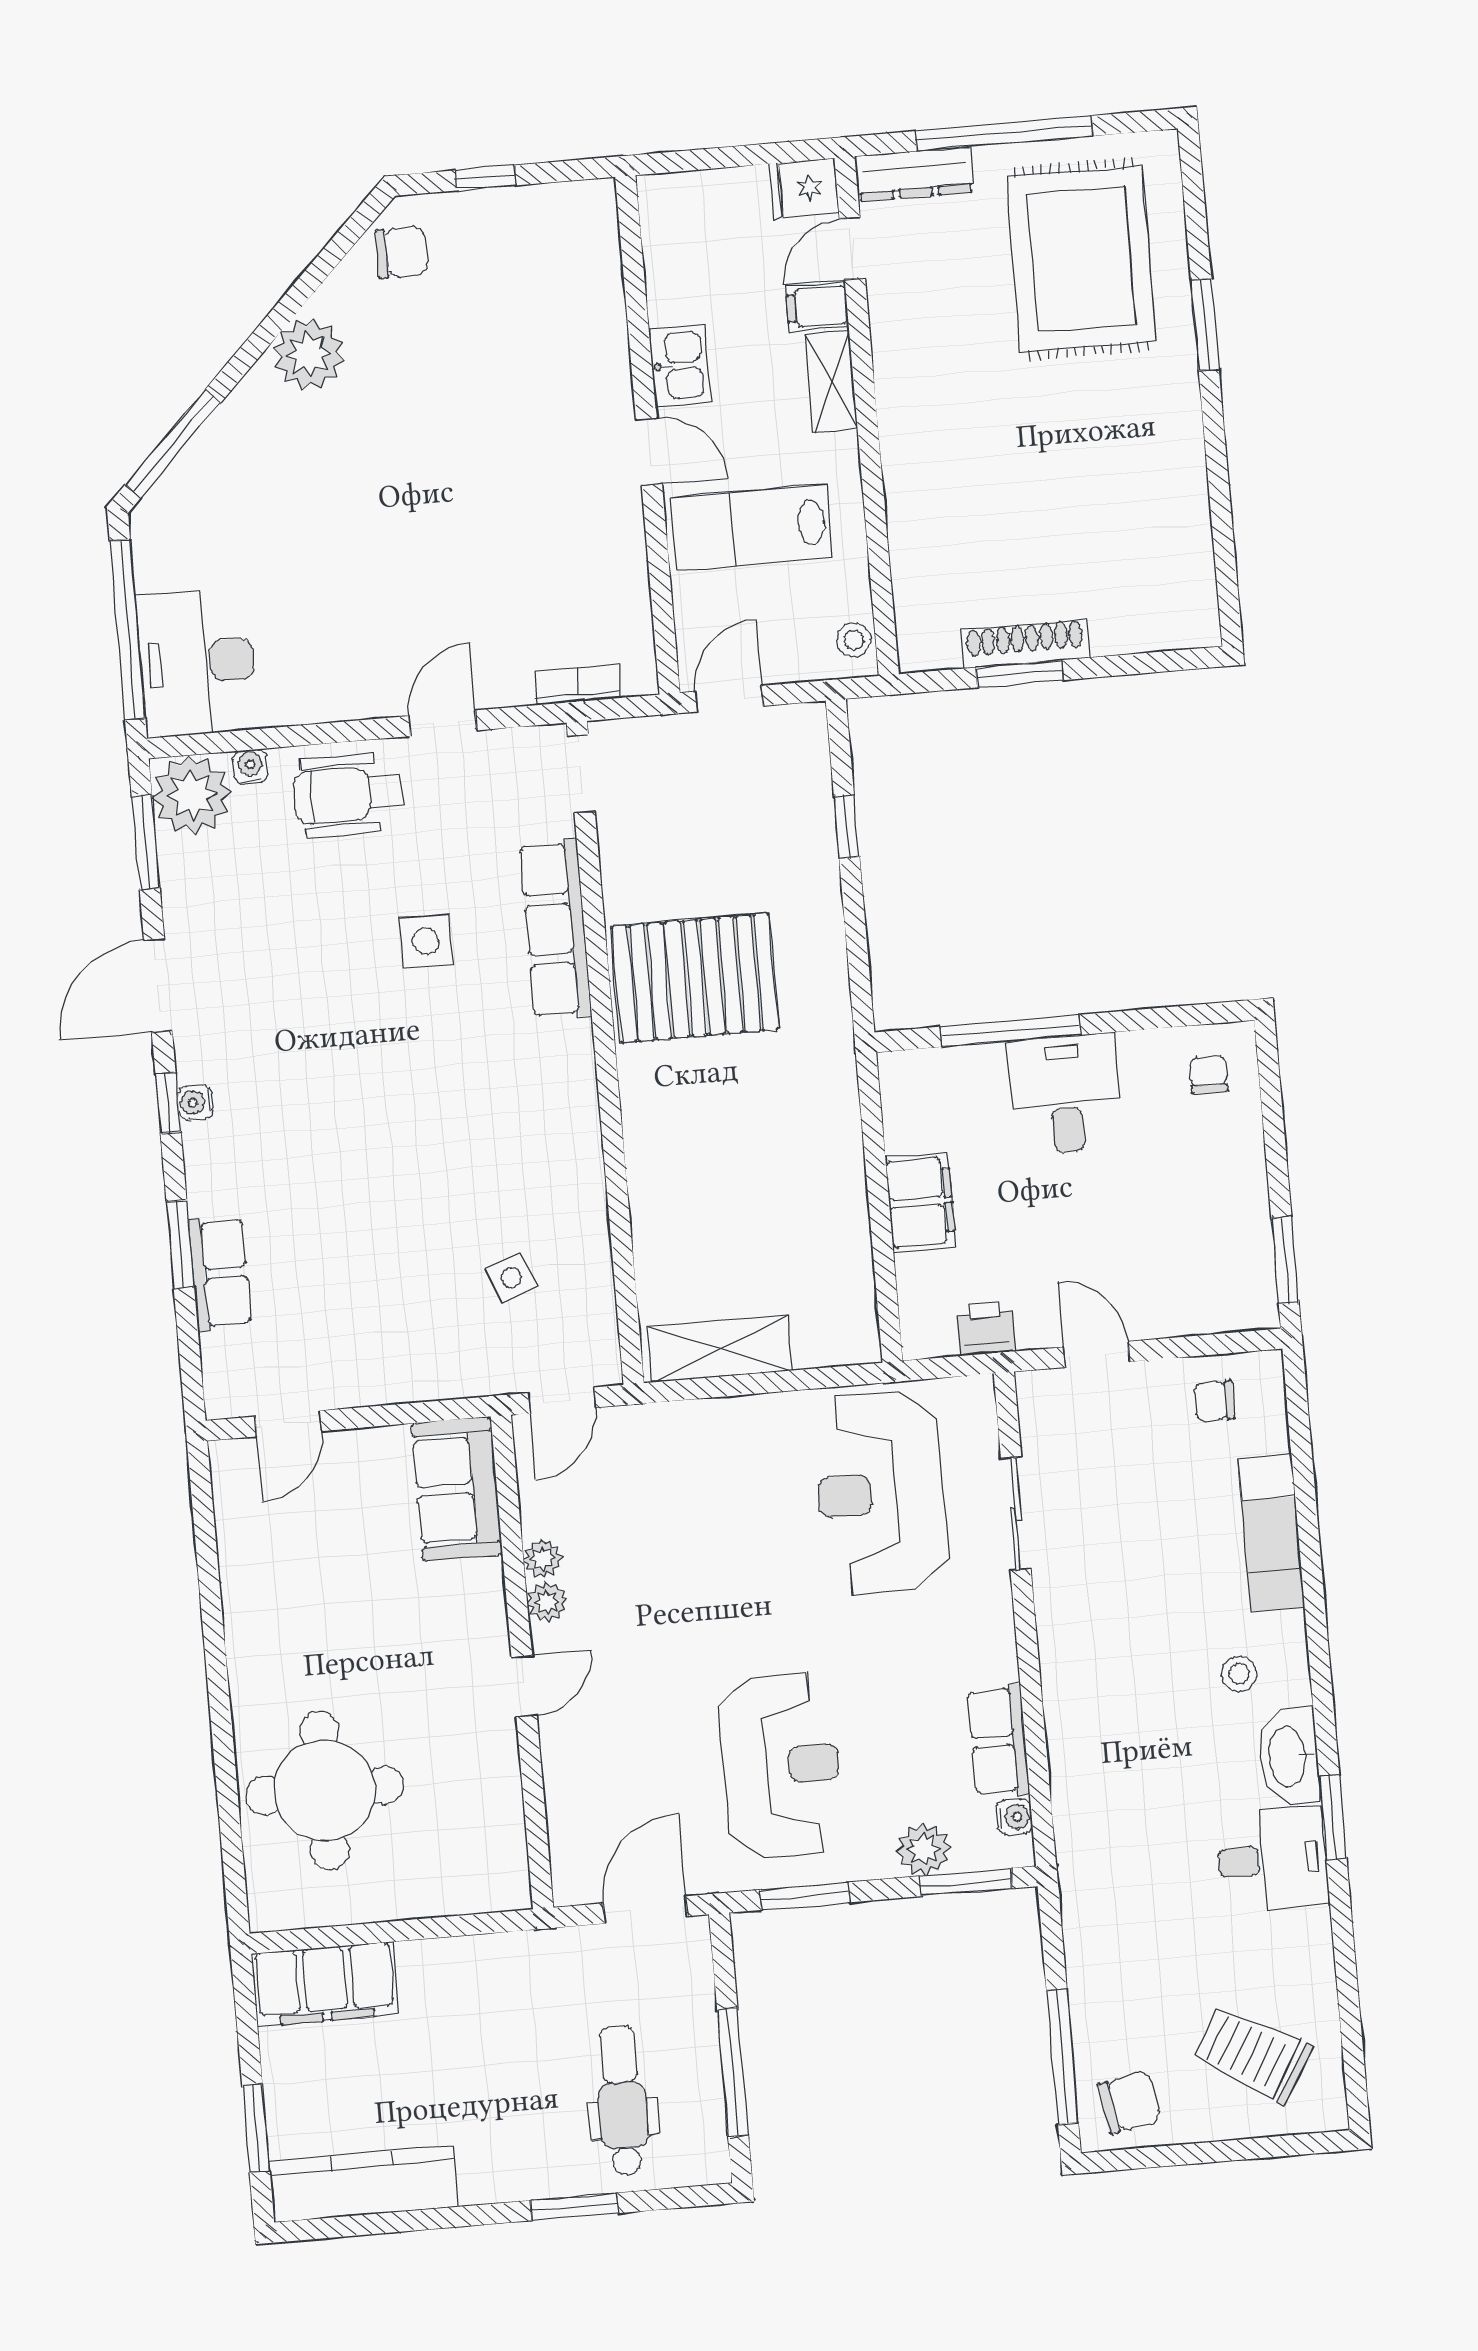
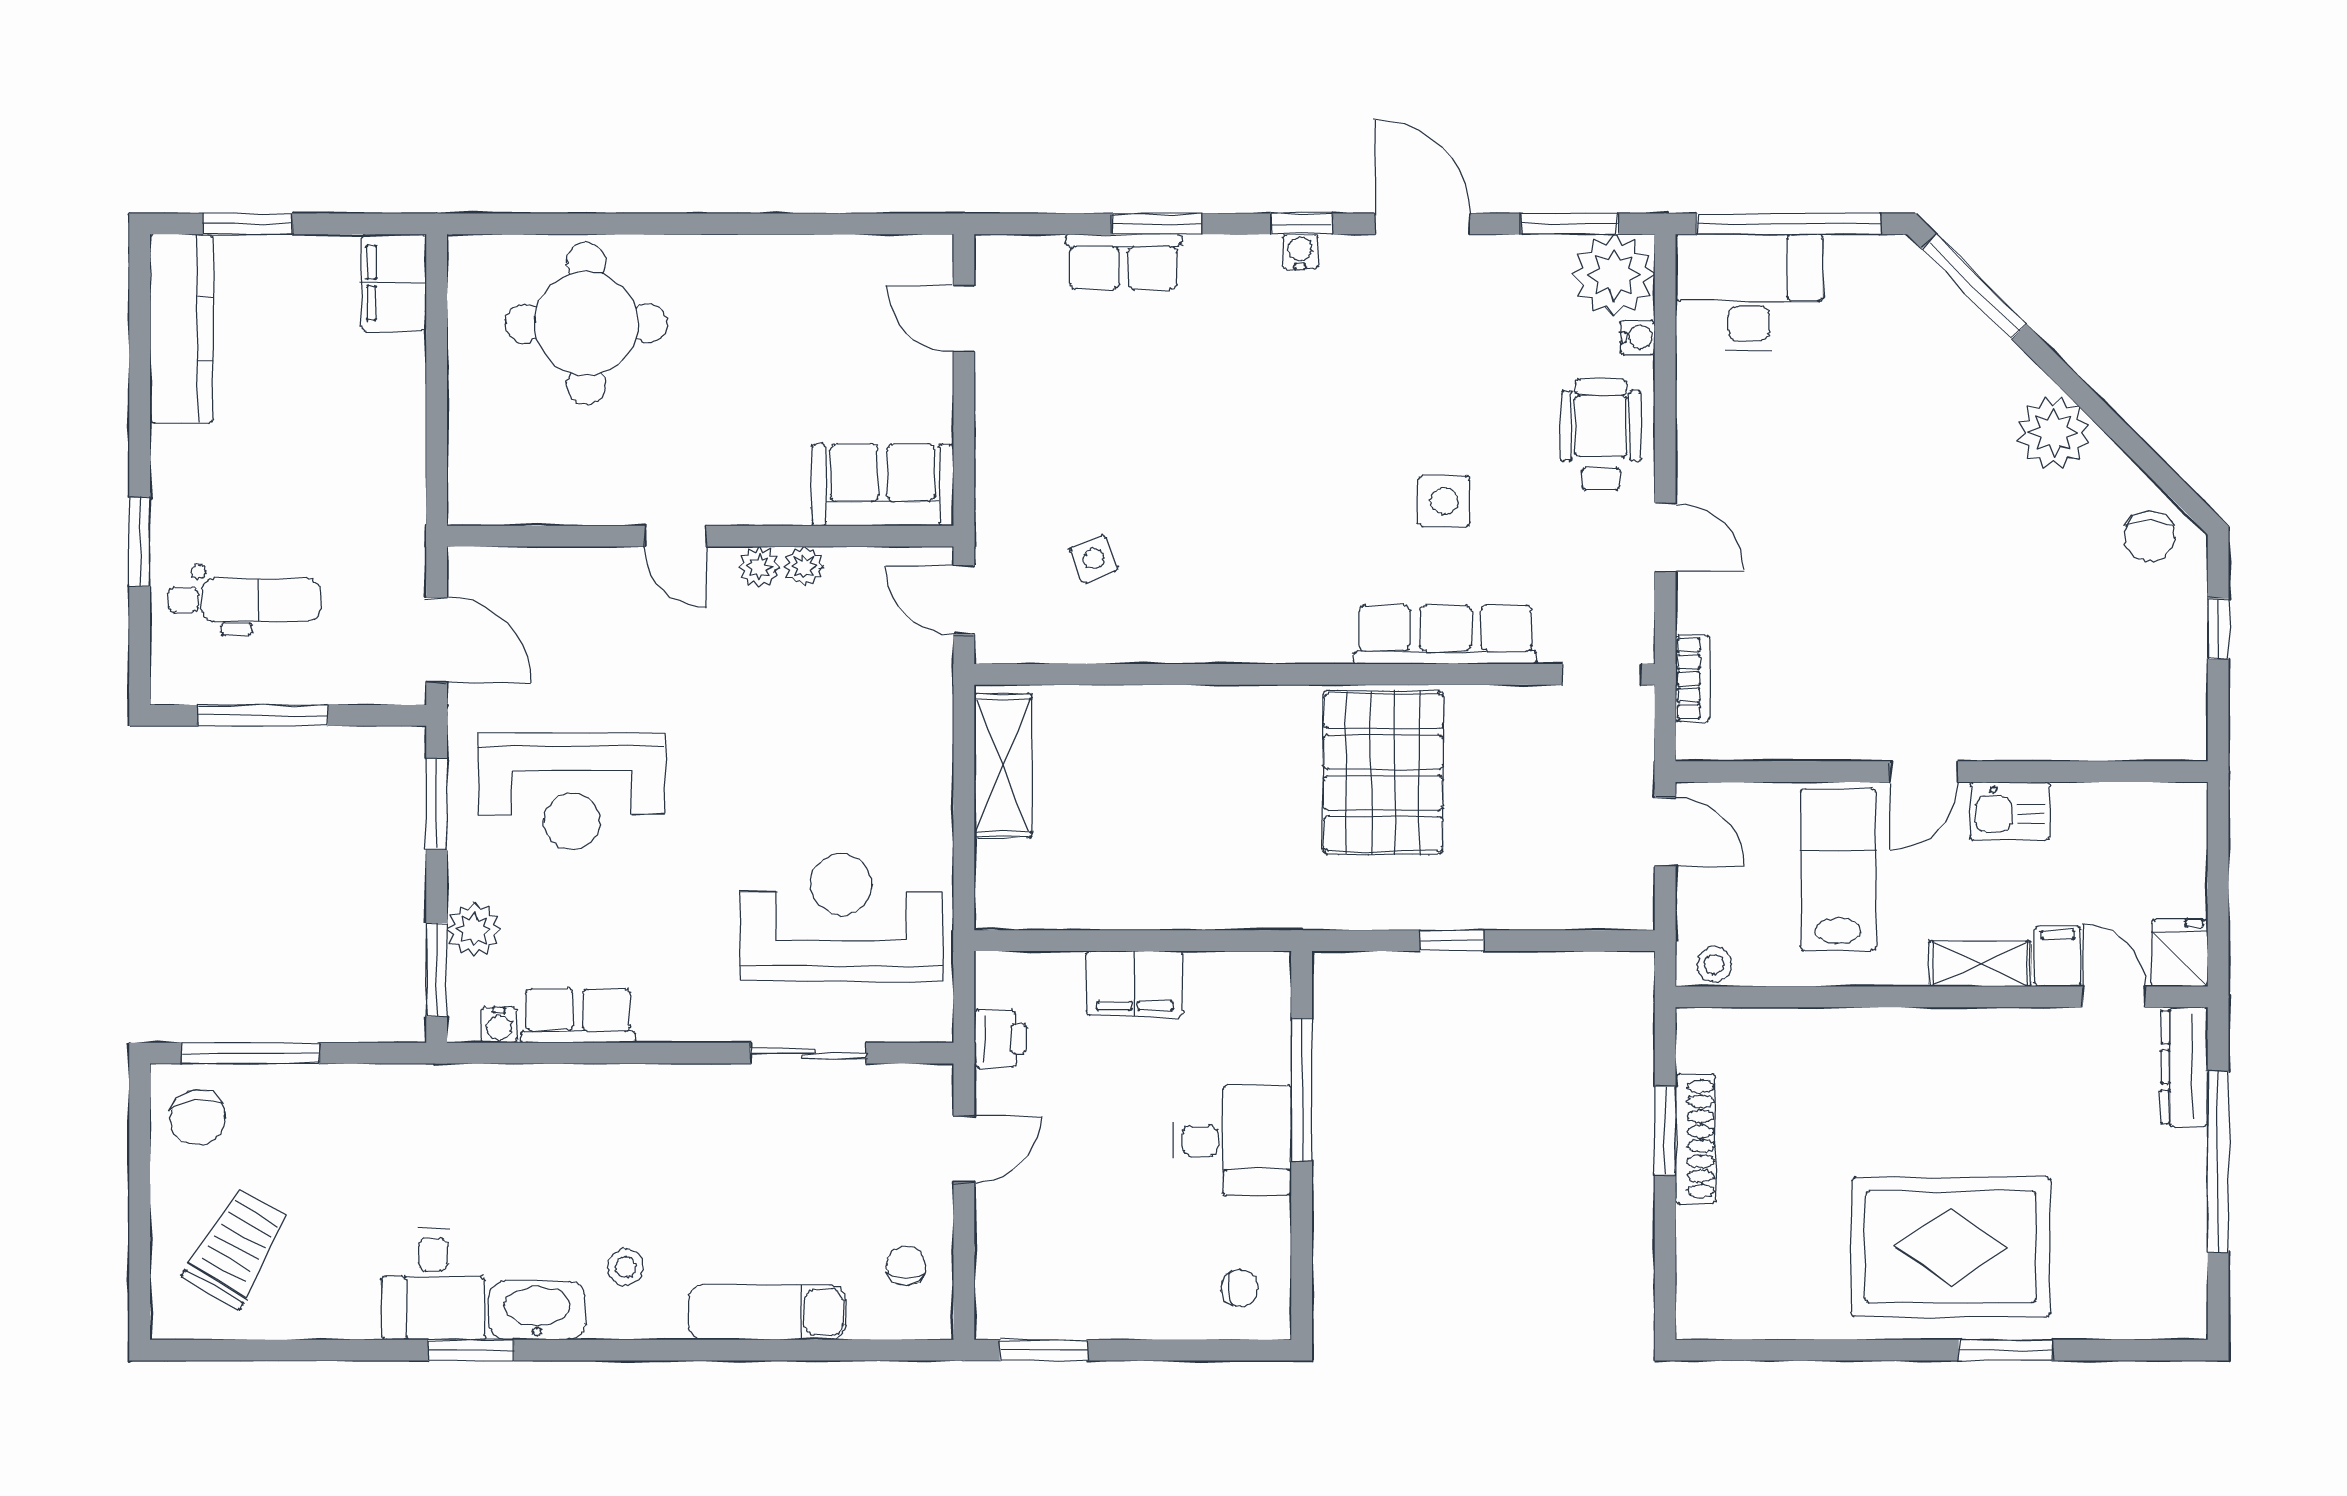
rug: (1081, 259) -> (1951, 1247), moved
window: (847, 827) -> (1452, 941), moved
filing cabinet: (325, 1984) -> (394, 283), width x0.67, depth x0.86

